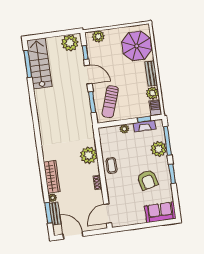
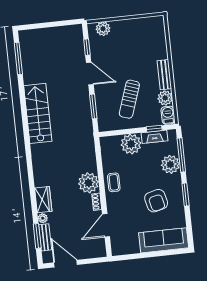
plant: (70, 43) -> (69, 35), removed
parasol: (137, 46) -> (148, 41), removed
stairs: (39, 63) -> (38, 113), moved
sun lounger: (110, 102) -> (129, 99), moved
plant: (124, 129) -> (131, 144), width x1.88, depth x1.88
plant: (89, 155) -> (89, 183), moved
wardrobe: (52, 177) -> (43, 200), width x0.67
sofa: (160, 212) -> (164, 240), width x1.36
door: (108, 214) -> (106, 225), moved

